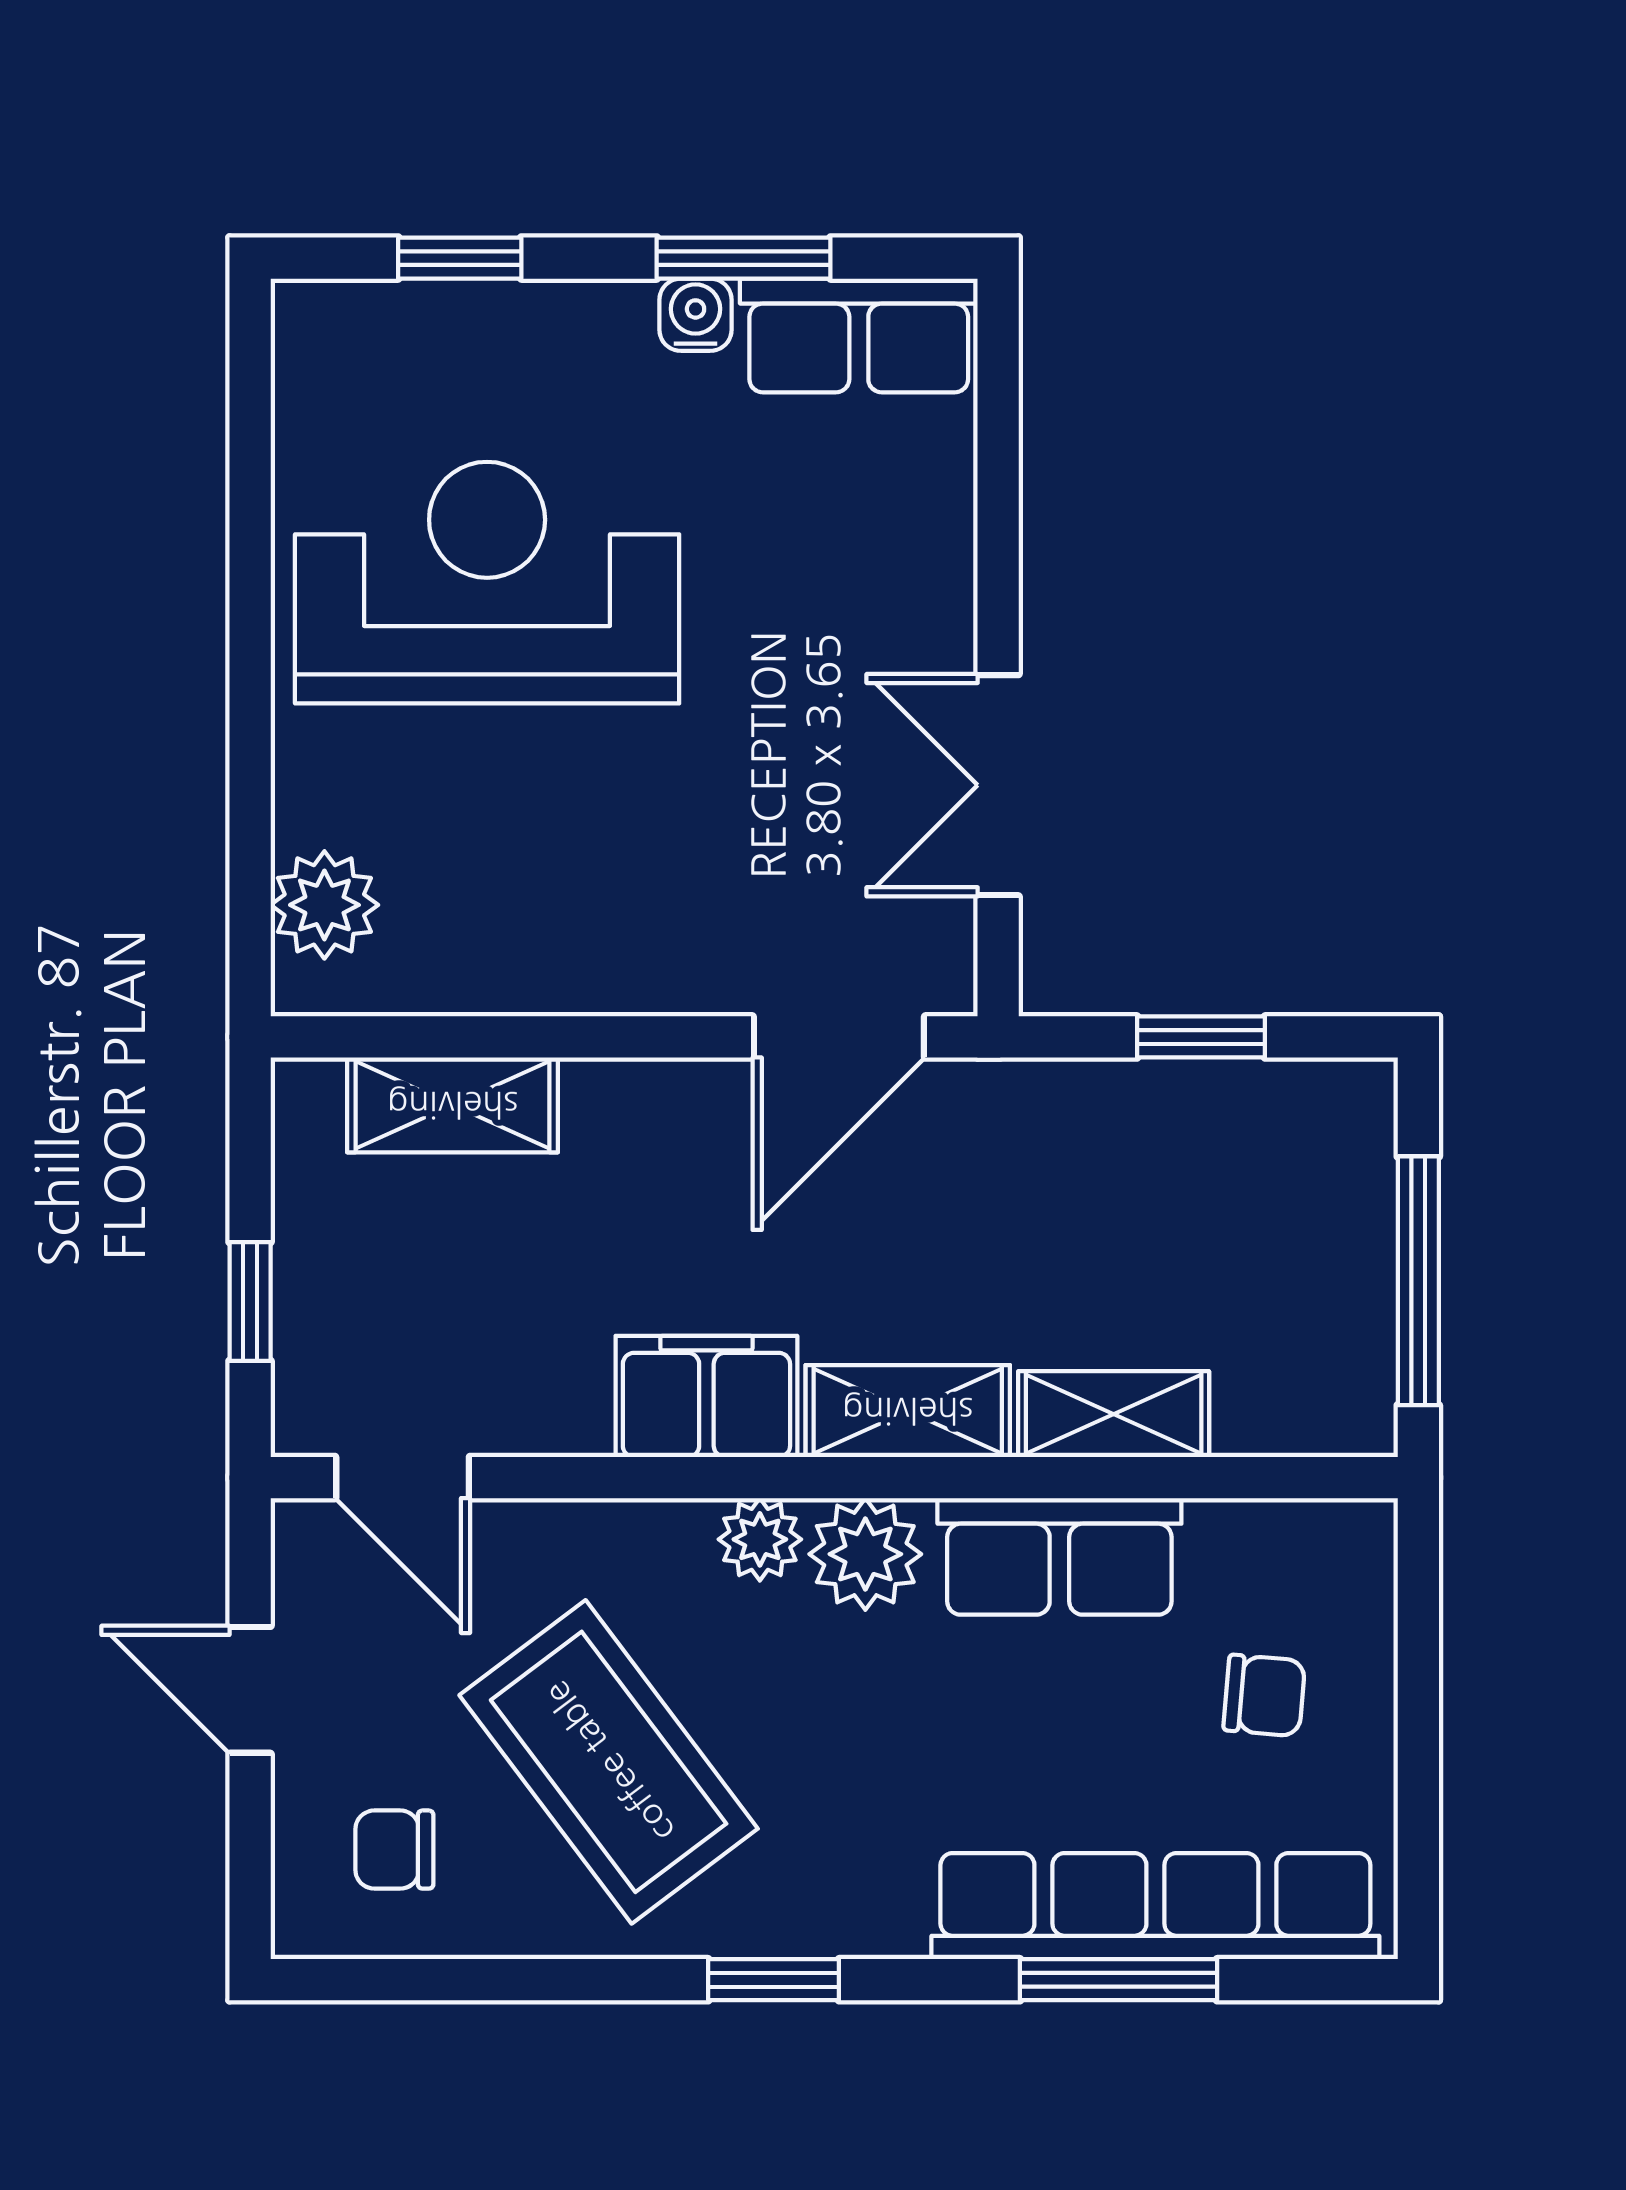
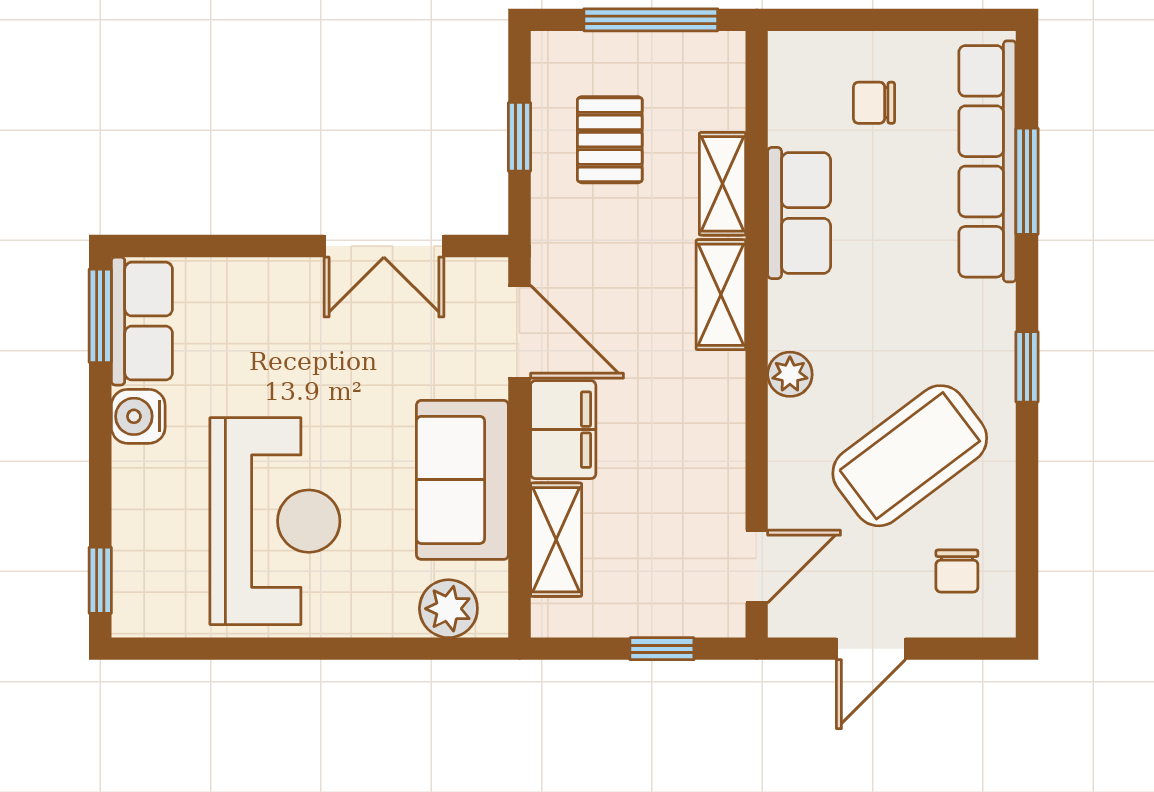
window: (460, 258) -> (100, 580), moved
window: (744, 258) -> (100, 316), moved
water cooler: (696, 315) -> (138, 416), width x1.38, depth x1.38
reception desk: (487, 583) -> (275, 521), turned 180
sofa: (564, 931) -> (462, 480), added
pallet: (1196, 1205) -> (610, 140), added
filing cabinet: (706, 1396) -> (563, 430), moved, turned 180
plant: (865, 1554) -> (798, 317), removed
chair: (1264, 1696) -> (874, 103), turned -95

